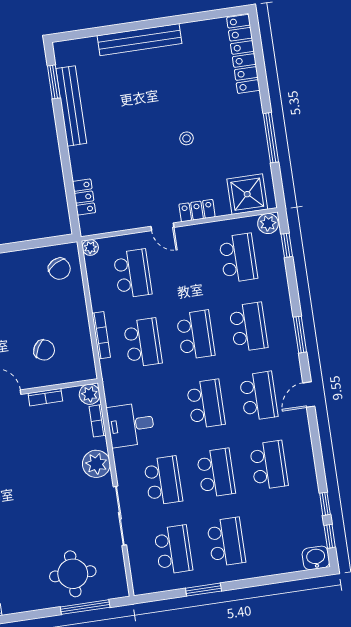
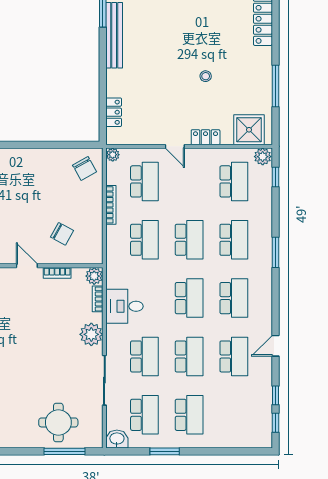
bookcase: (101, 335) -> (111, 205), moved
door: (309, 395) -> (275, 346), moved
washbasin: (316, 558) -> (117, 439), moved

